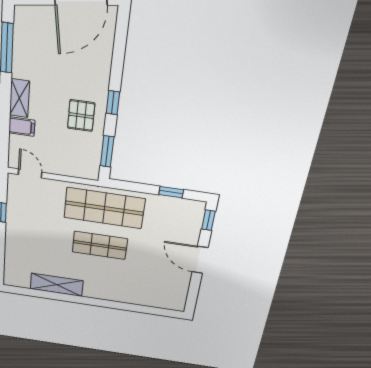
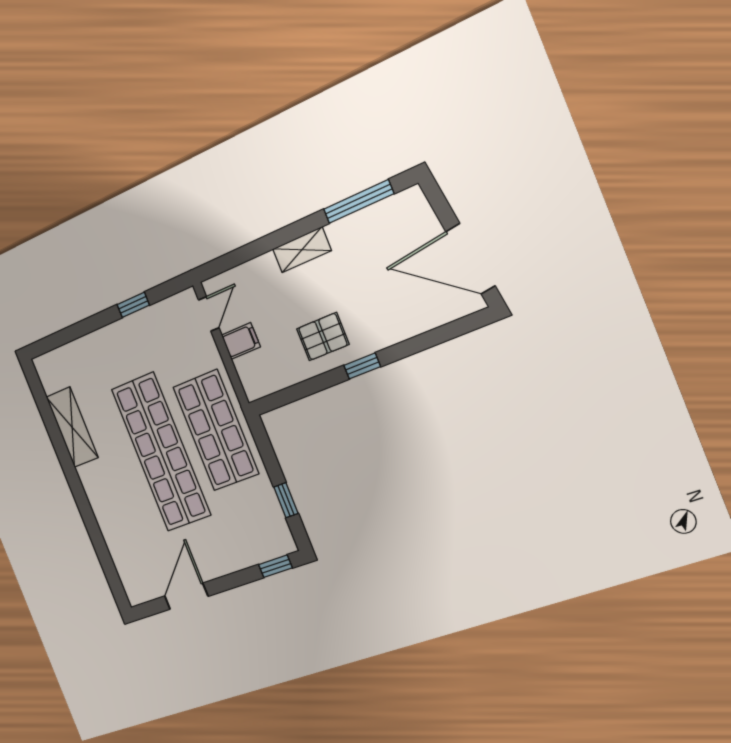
filing cabinet: (22, 127) -> (241, 341), moved, turned -90
window: (107, 151) -> (294, 393), removed
shop shelf: (100, 245) -> (161, 452), width x2.00, depth x1.36
door: (200, 260) -> (186, 596), moved

